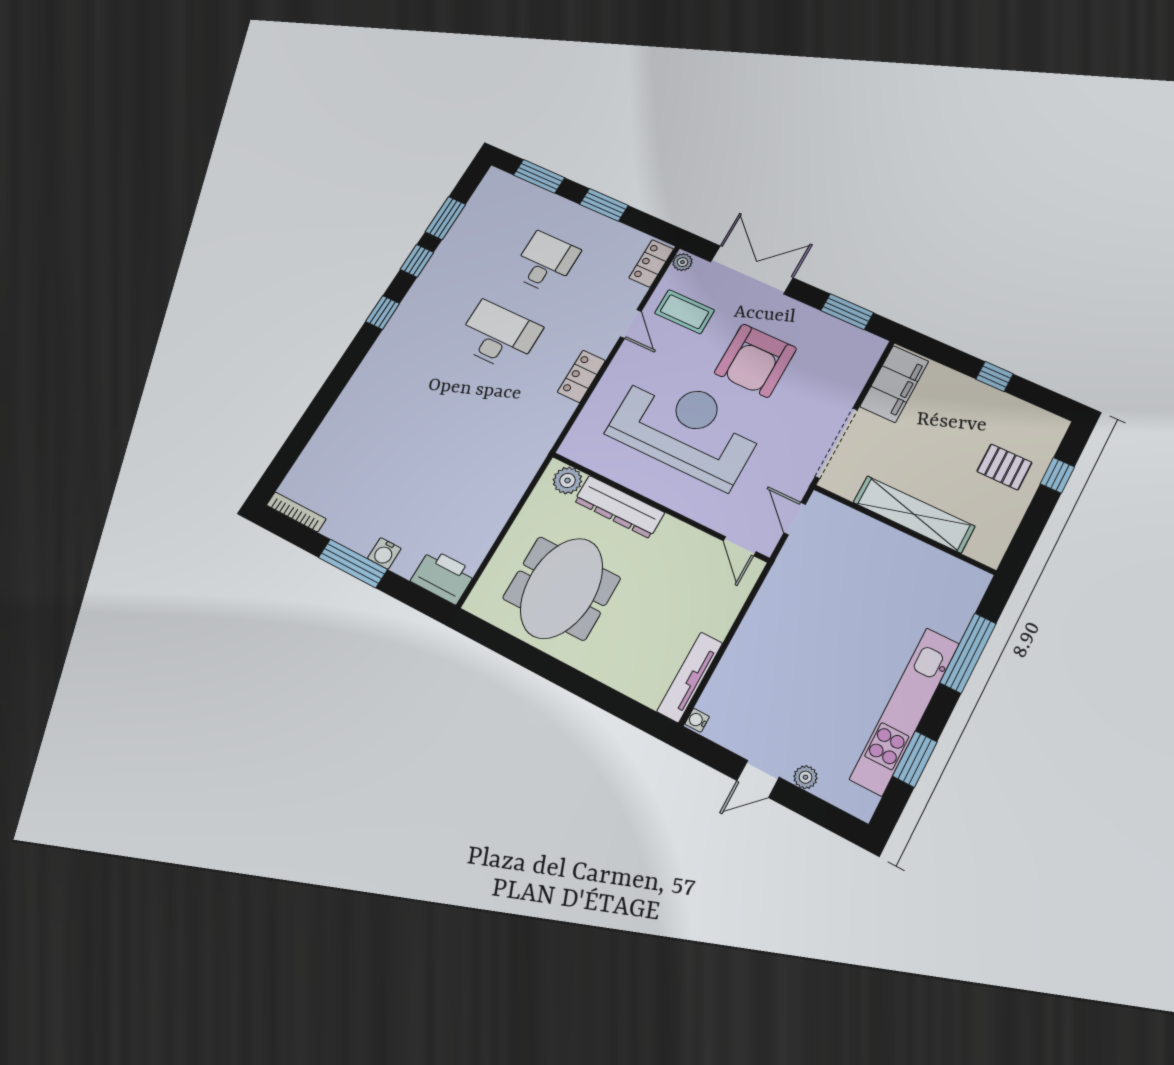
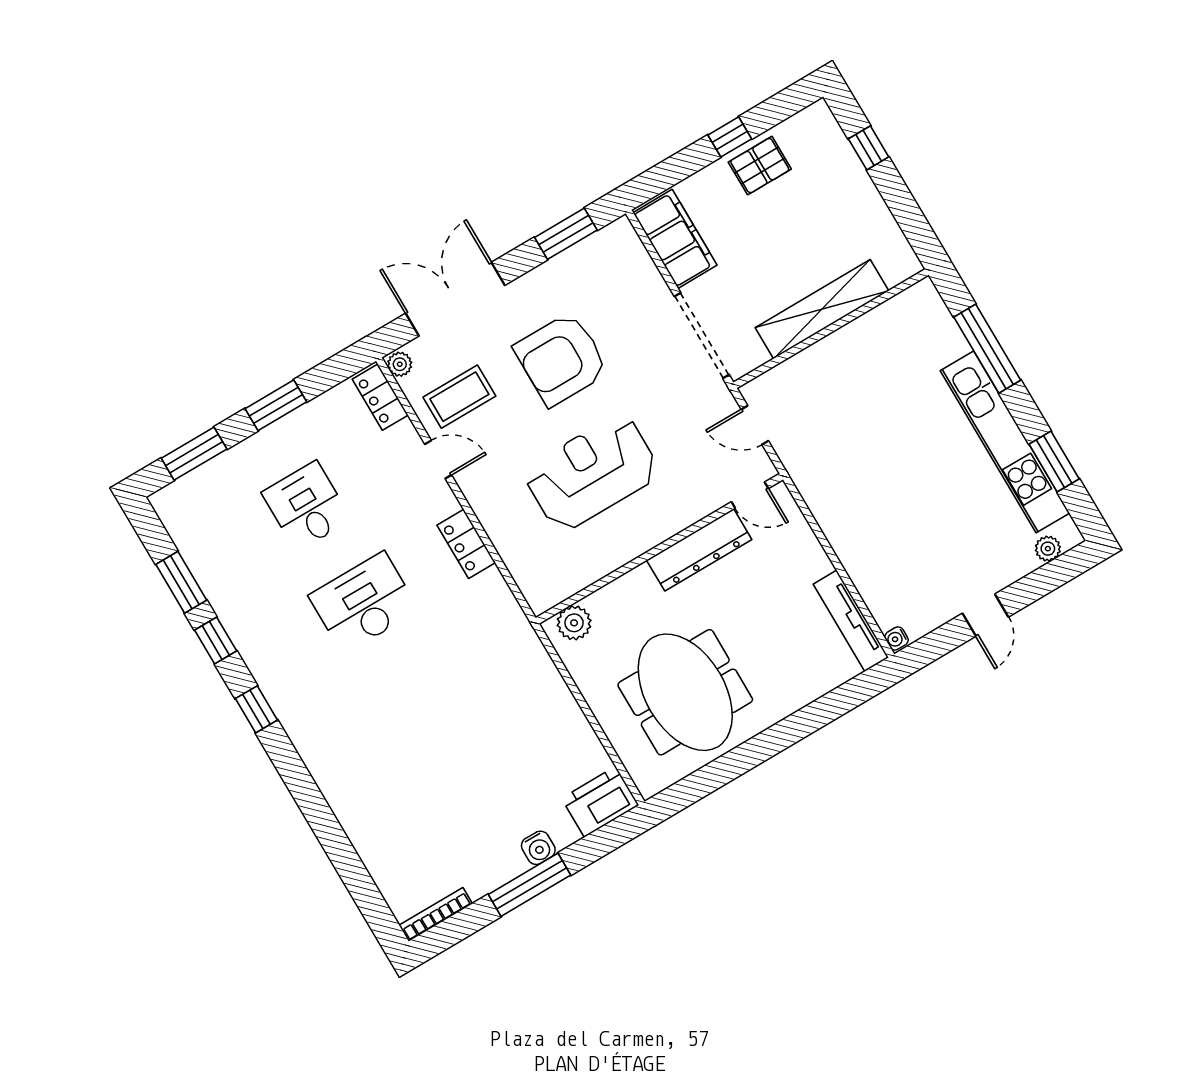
armchair: (755, 361) -> (561, 359), turned 90
reception desk: (686, 428) -> (592, 473), width x0.74, depth x0.77
pallet: (1004, 467) -> (760, 166), moved
dresser: (619, 507) -> (699, 550), moved
plant: (805, 777) -> (1048, 549), moved

